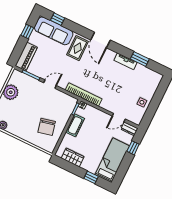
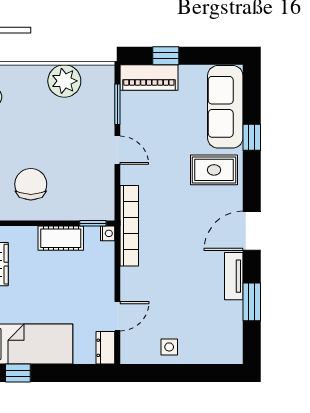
window: (58, 19) -> (252, 137), moved
window: (27, 32) -> (166, 56), moved
door: (100, 40) -> (252, 231), moved
door: (119, 118) -> (117, 316), swing flipped
chair: (47, 127) -> (31, 184), turned 103
window: (133, 148) -> (18, 373), moved

